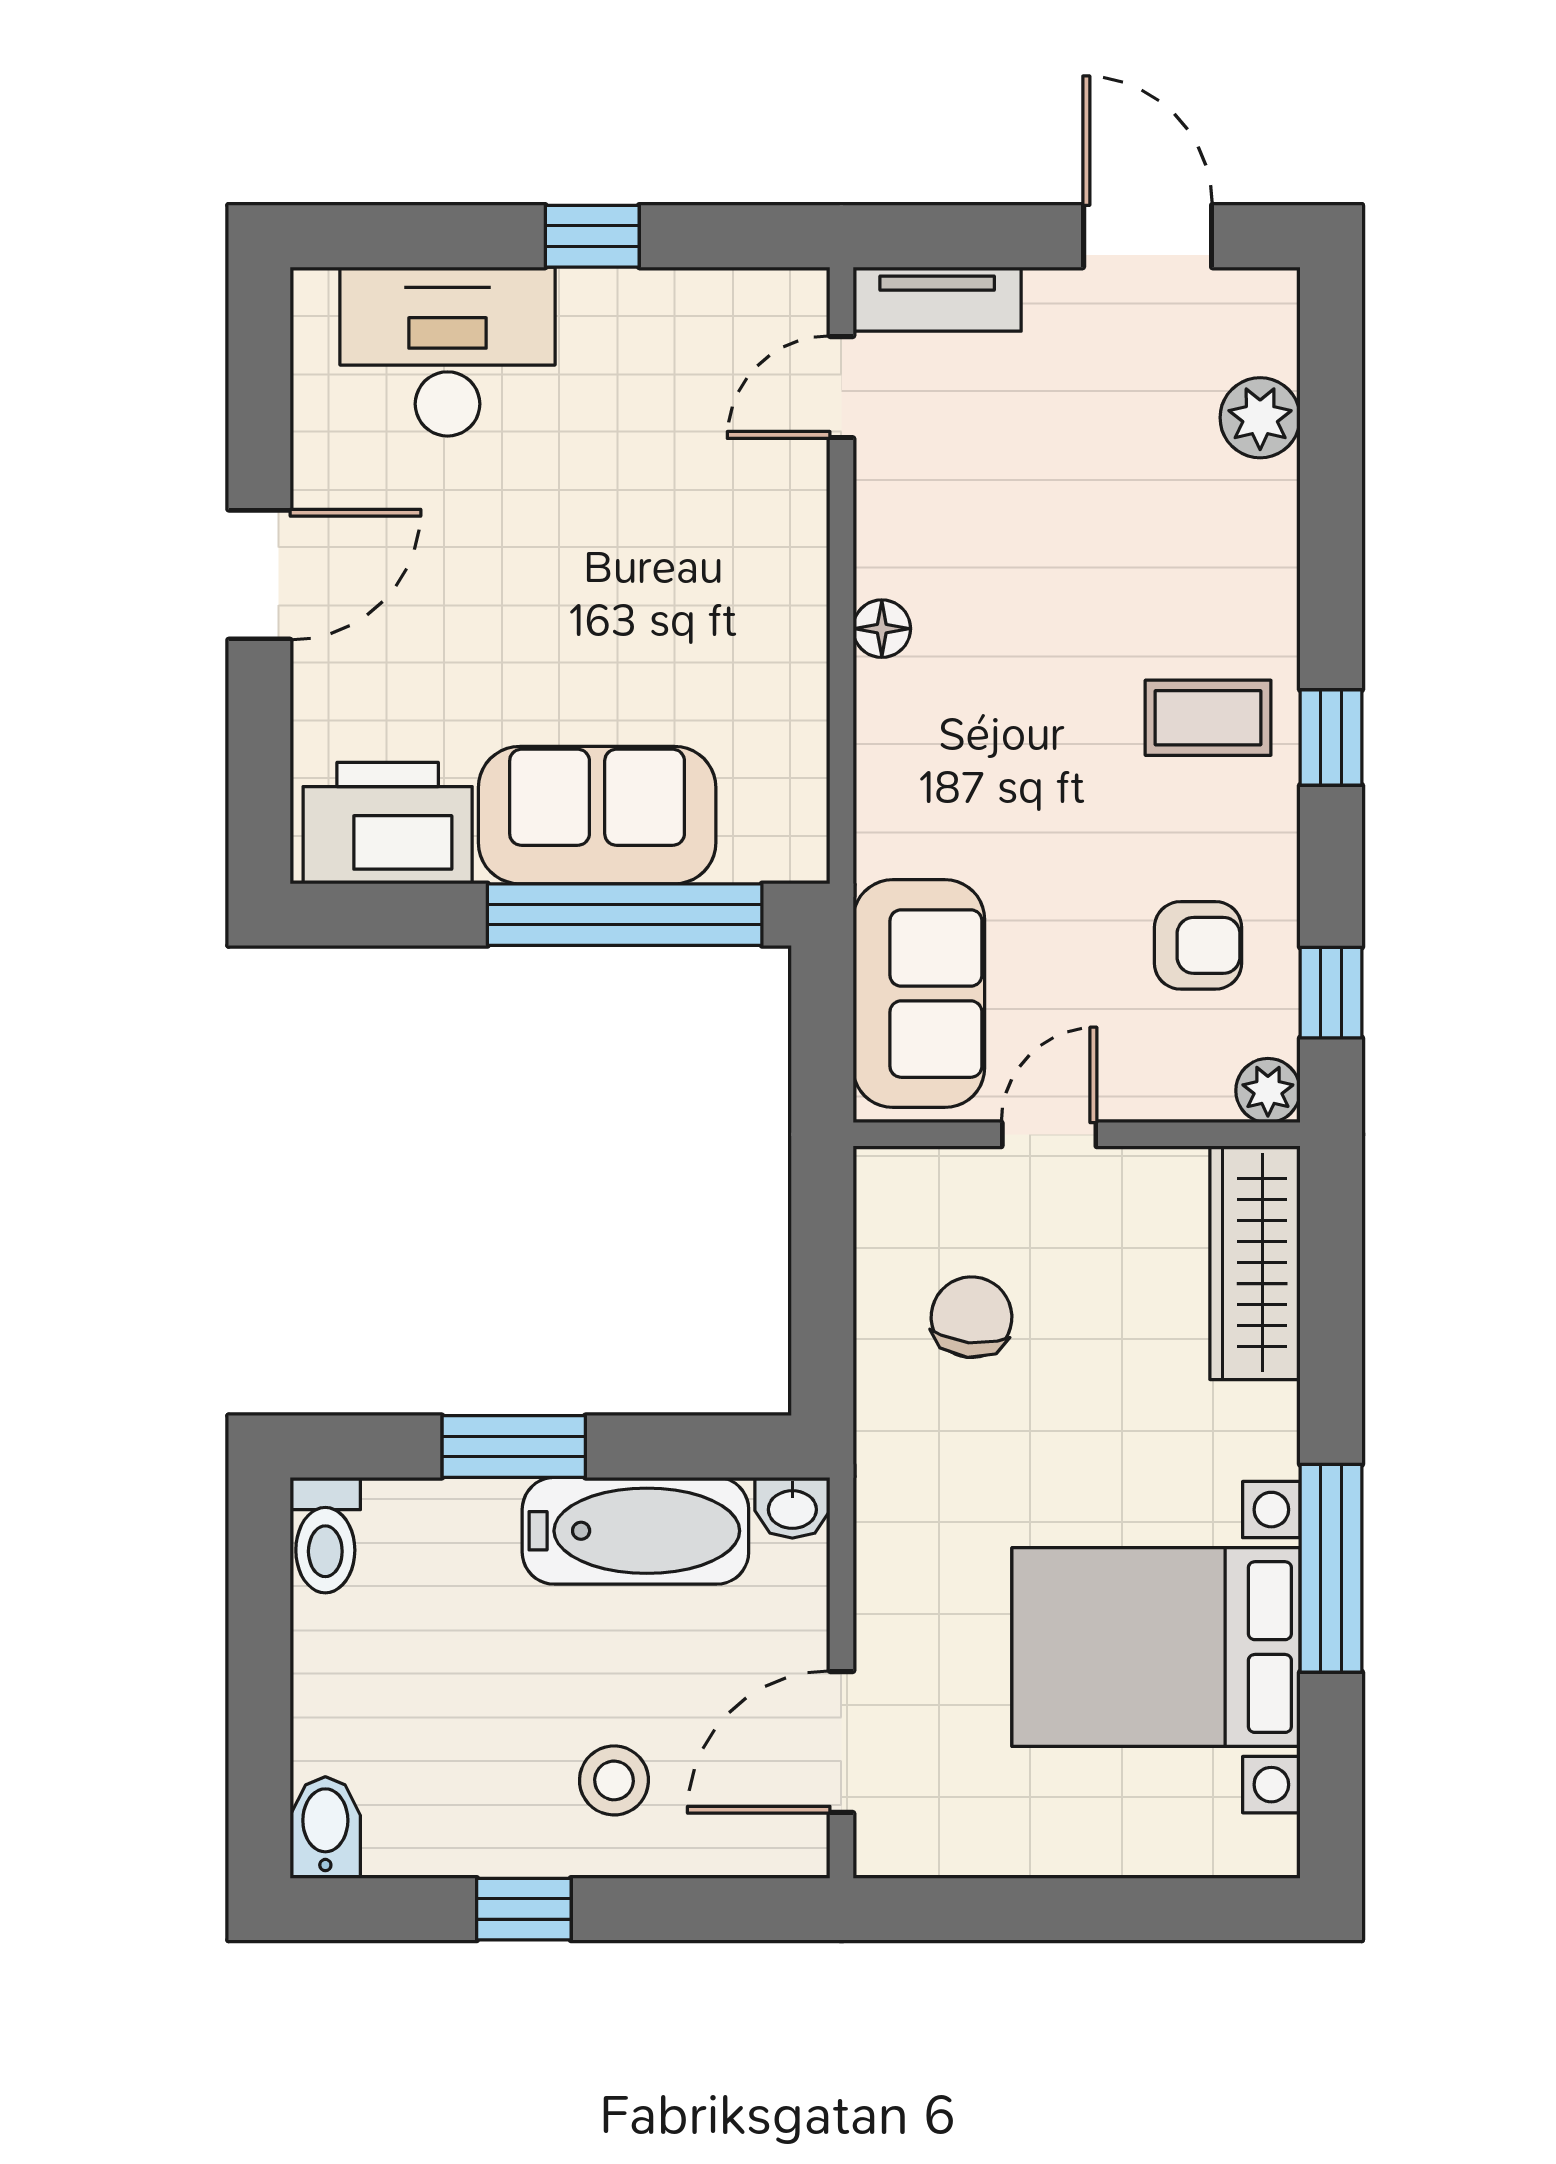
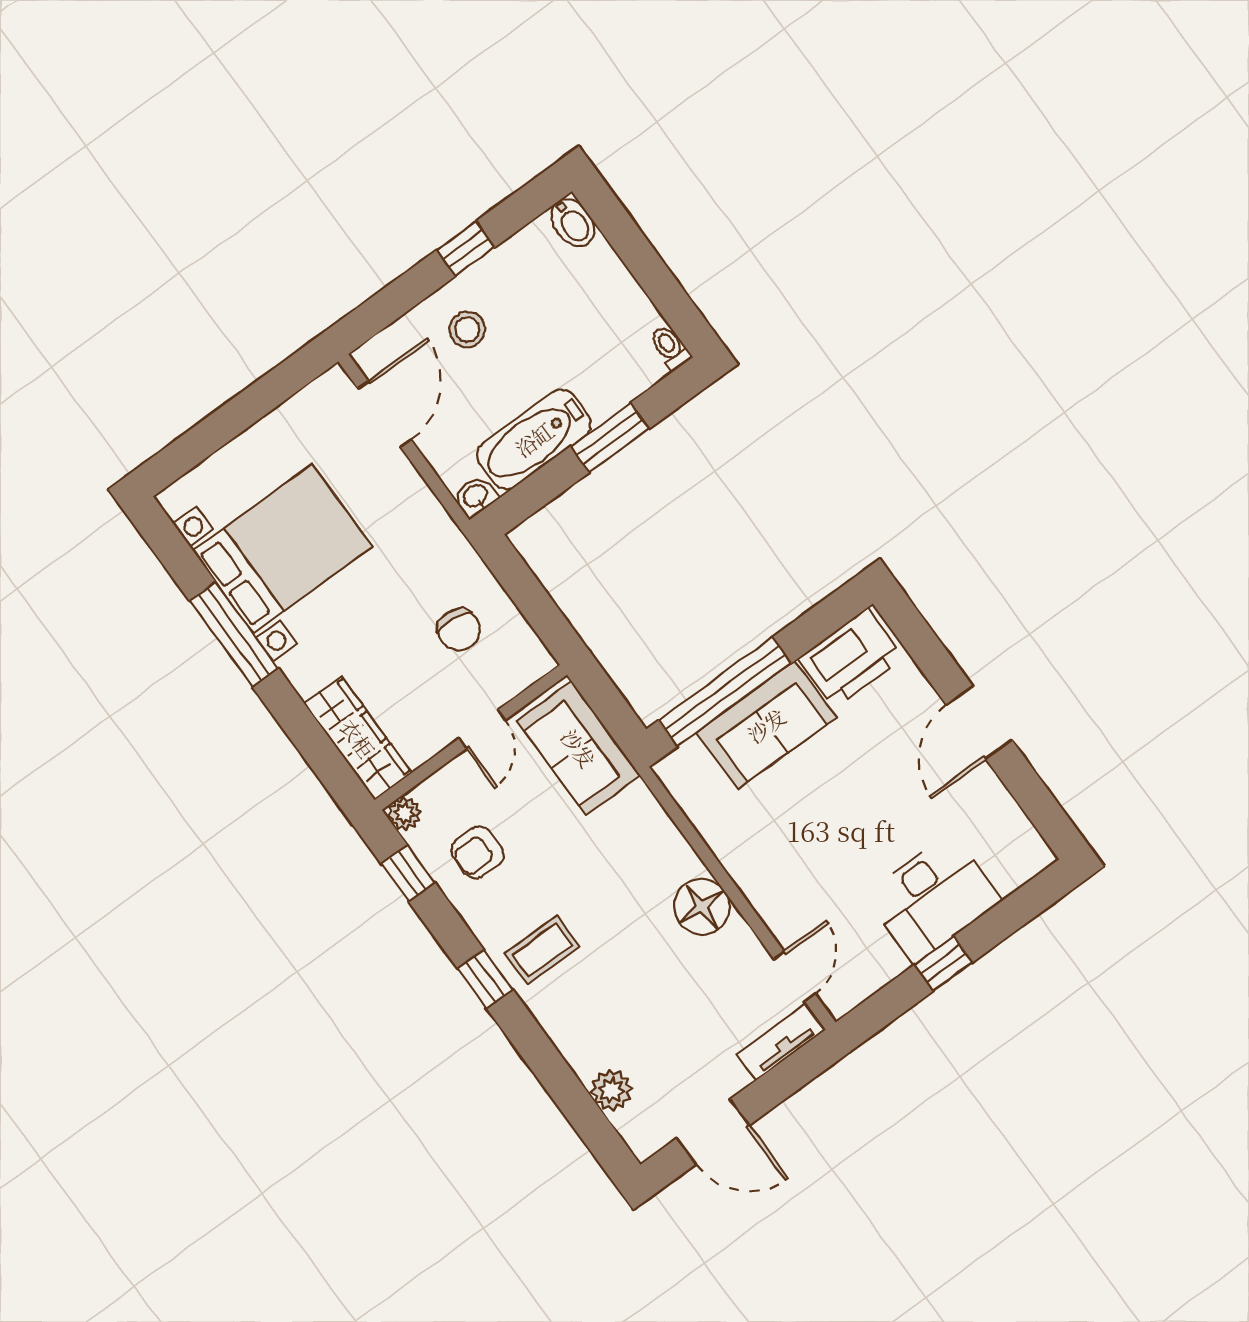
desk: (448, 352) -> (933, 898), moved
floor lamp: (882, 629) -> (702, 907), width x1.89, depth x1.89
toilet: (325, 1535) -> (670, 348), width x0.73, depth x0.72

